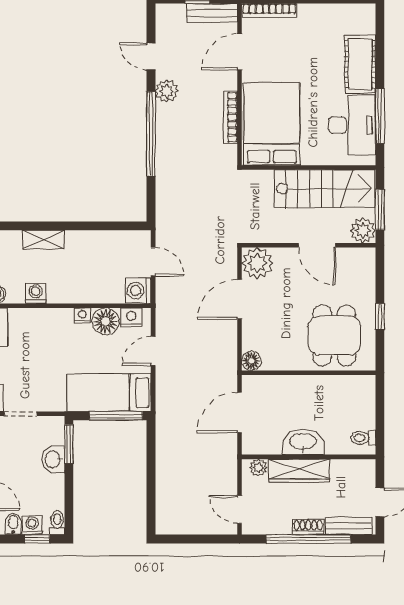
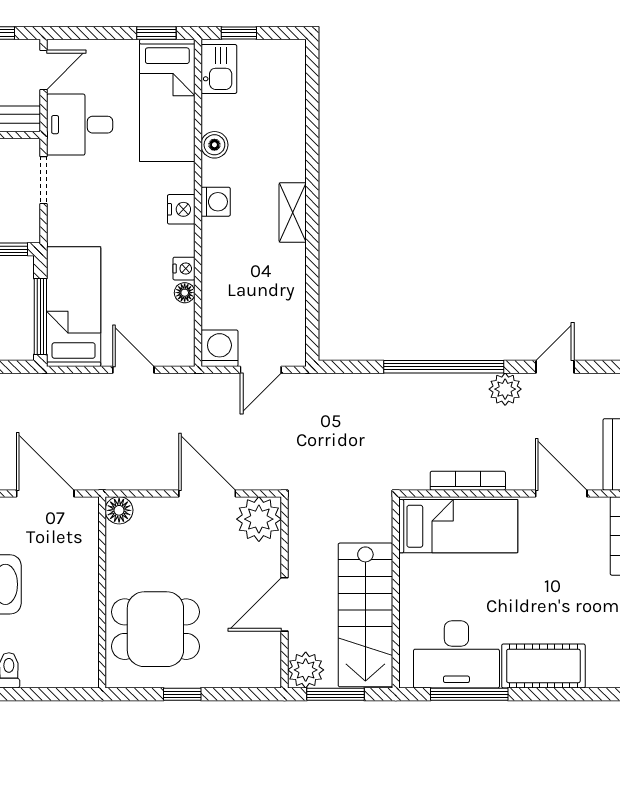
bed: (272, 124) -> (458, 526), width x0.67
nightstand: (131, 317) -> (181, 209), moved
floor lamp: (106, 321) -> (185, 293), width x0.53, depth x0.53

